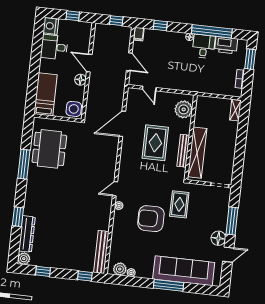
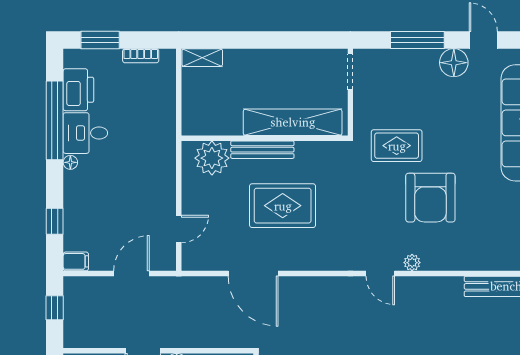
bench: (183, 151) -> (262, 150), moved

